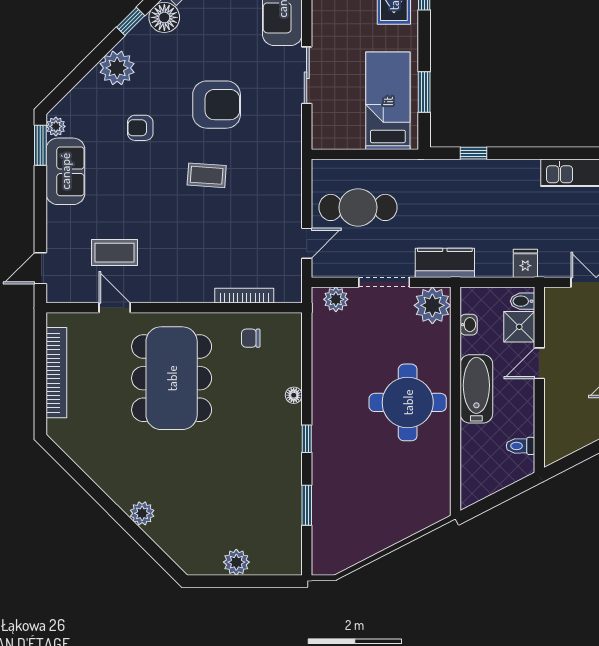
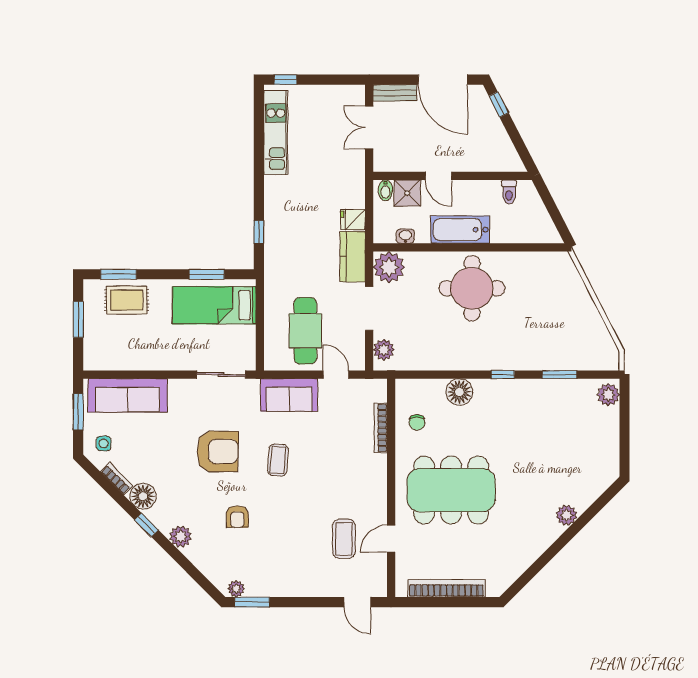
plant: (117, 68) -> (181, 536), width x0.73, depth x0.73
sliding door: (307, 75) -> (221, 375), moved
armchair: (217, 105) -> (217, 452), turned 90
sofa: (65, 171) -> (289, 395), moved, turned 180
fridge: (525, 263) -> (353, 220), moved
floor lamp: (294, 395) -> (459, 392), width x1.89, depth x1.89
plant: (236, 562) -> (608, 395), moved

